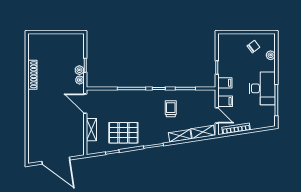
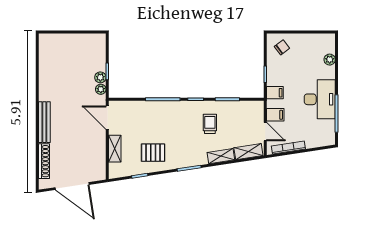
chair: (253, 47) -> (282, 47), moved
shoe rack: (32, 75) -> (44, 161), moved
bench: (33, 107) -> (44, 122), added
pallet: (123, 133) -> (153, 153), width x0.67, depth x0.71

